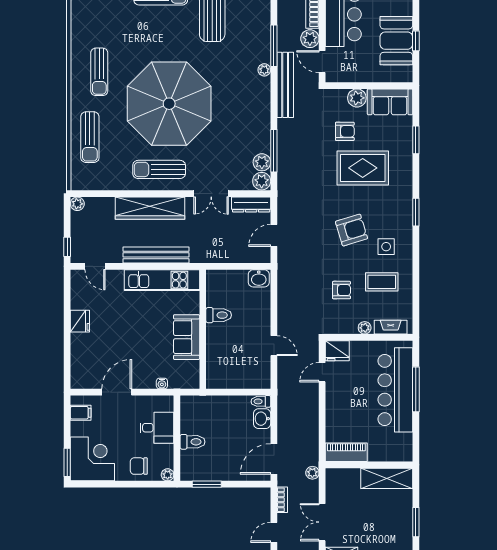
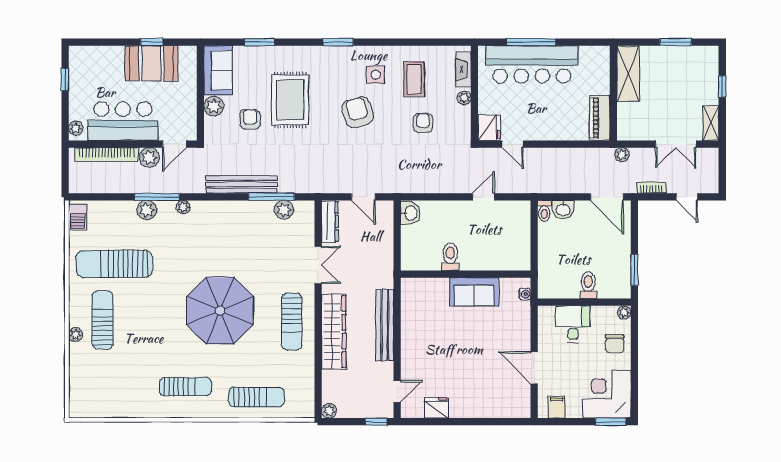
bench: (285, 85) -> (241, 184), moved
parasol: (169, 104) -> (220, 311), width x0.73, depth x0.73
plant: (262, 181) -> (147, 210), moved
kitchen unit: (162, 280) -> (412, 318), removed
fridge: (80, 321) -> (436, 408), moved
water cooler: (162, 383) -> (525, 294), moved

